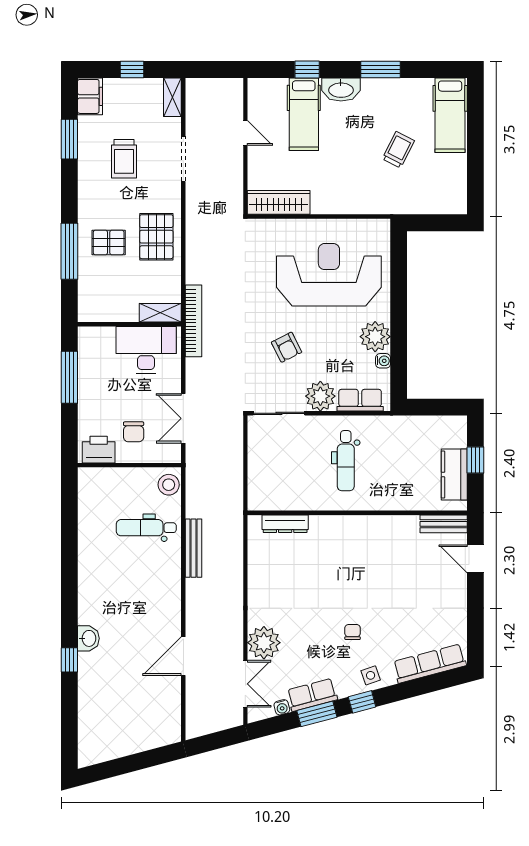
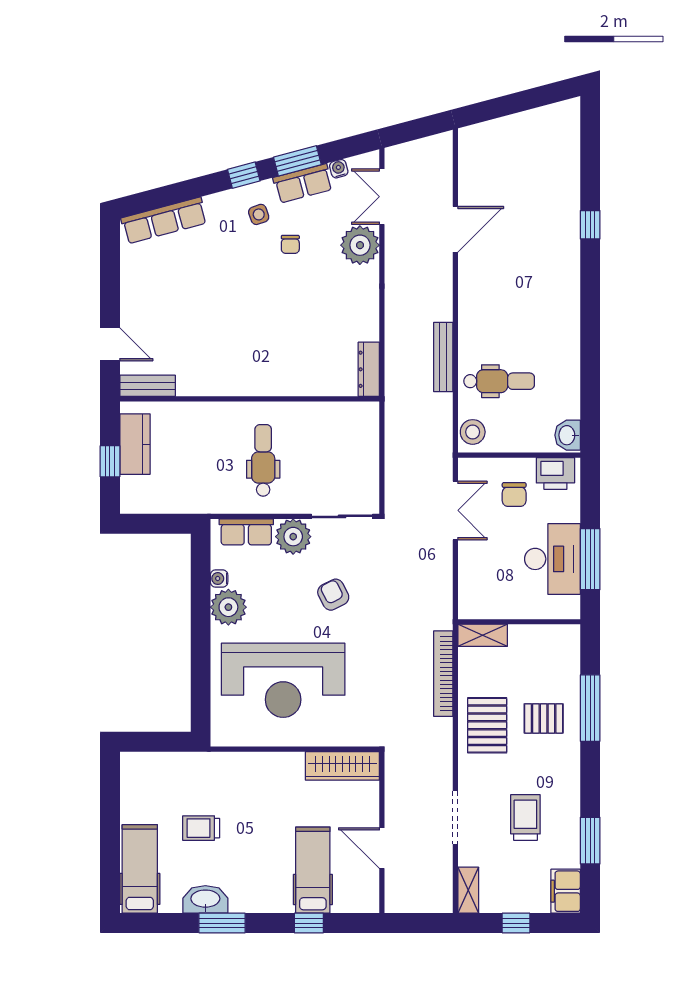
washbasin: (341, 89) -> (205, 899), moved
door: (245, 133) -> (382, 848), width x1.38
trolley: (398, 150) -> (201, 828), turned 63
bookcase: (194, 321) -> (443, 674), moved
desk: (146, 350) -> (552, 559), moved, turned -90
chair: (134, 432) -> (514, 495), turned 180
dresser: (285, 524) -> (369, 369), moved, turned -90
chair: (353, 632) -> (290, 244), moved
washbasin: (88, 638) -> (568, 435), moved
side table: (371, 675) -> (259, 214), moved

